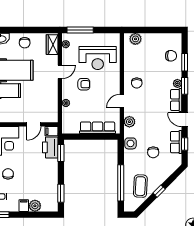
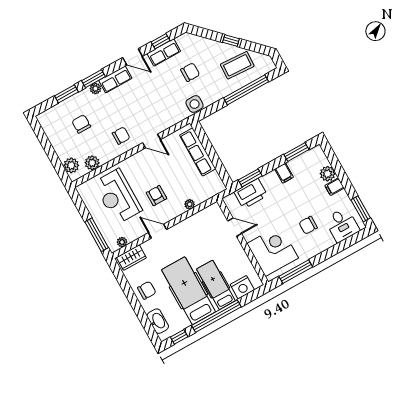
chair: (171, 56) -> (81, 124), moved
reception desk: (98, 58) -> (118, 196), turned 180
door: (185, 120) -> (133, 57), hinge flipped
plant: (129, 122) -> (92, 163), moved
filing cabinet: (52, 131) -> (284, 173), moved

